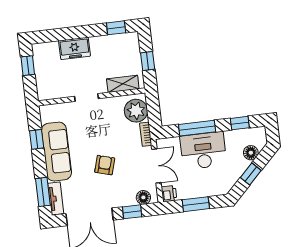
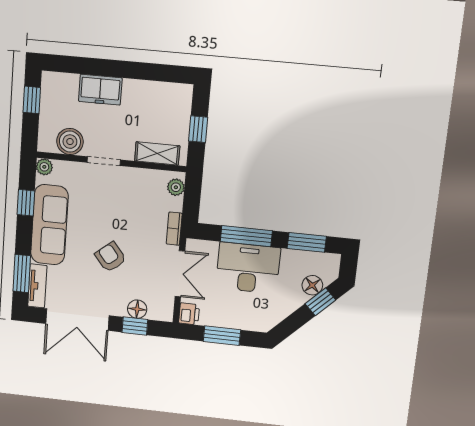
window: (116, 28) -> (164, 73), removed
boiler: (60, 89) -> (70, 142), added
plant: (45, 111) -> (44, 167), added
plant: (136, 111) -> (176, 187), width x0.53, depth x0.53
window: (240, 123) -> (307, 242), width x1.50
armchair: (105, 165) -> (110, 257), turned -55
window: (251, 174) -> (320, 302), moved
floor lamp: (143, 197) -> (137, 309), moved

